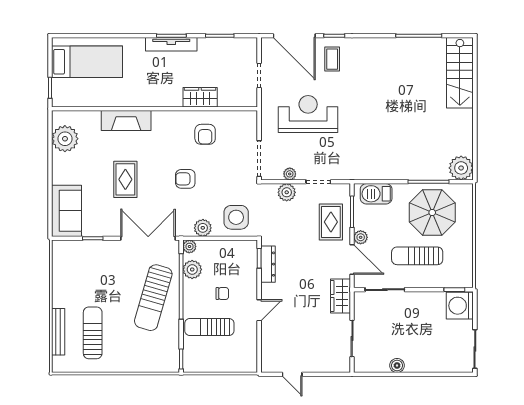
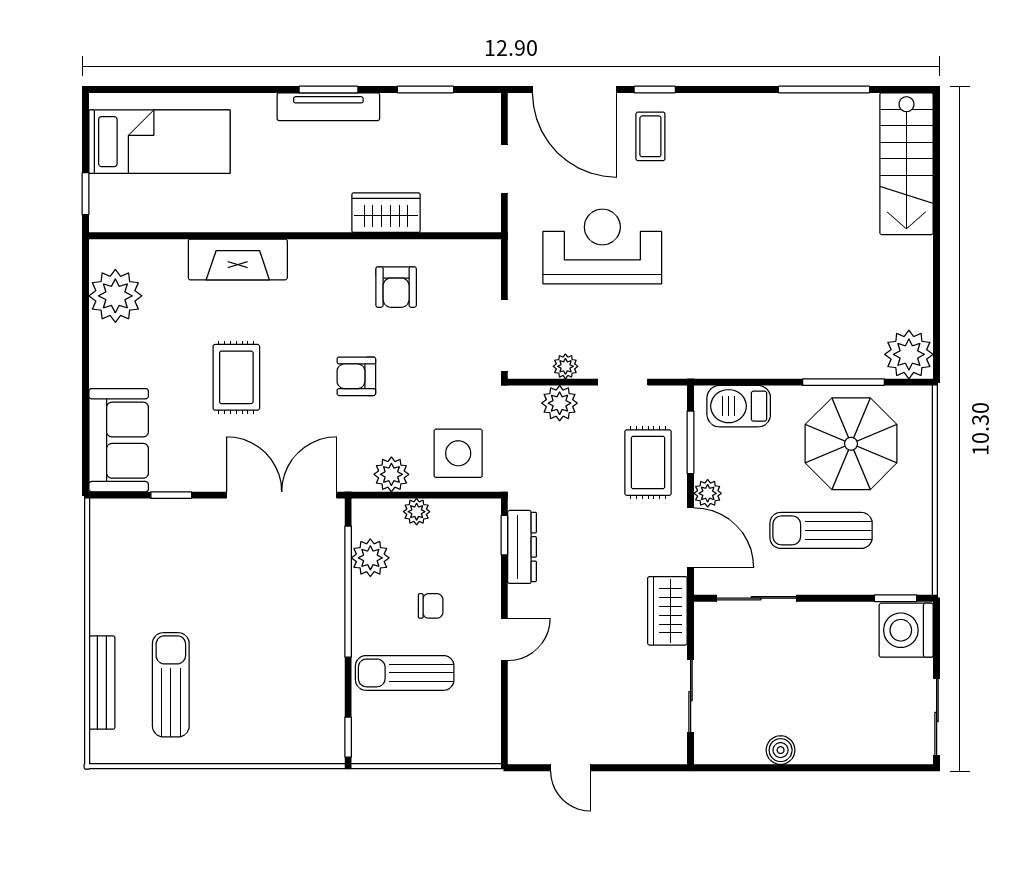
plant: (189, 246) -> (417, 512), moved
sun lounger: (153, 298) -> (292, 614), removed

